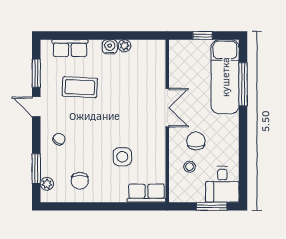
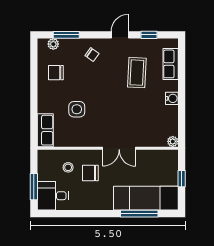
plant: (124, 46) -> (173, 141), moved
window: (36, 73) -> (149, 35), width x0.67
chair: (196, 141) -> (90, 173), turned 180

